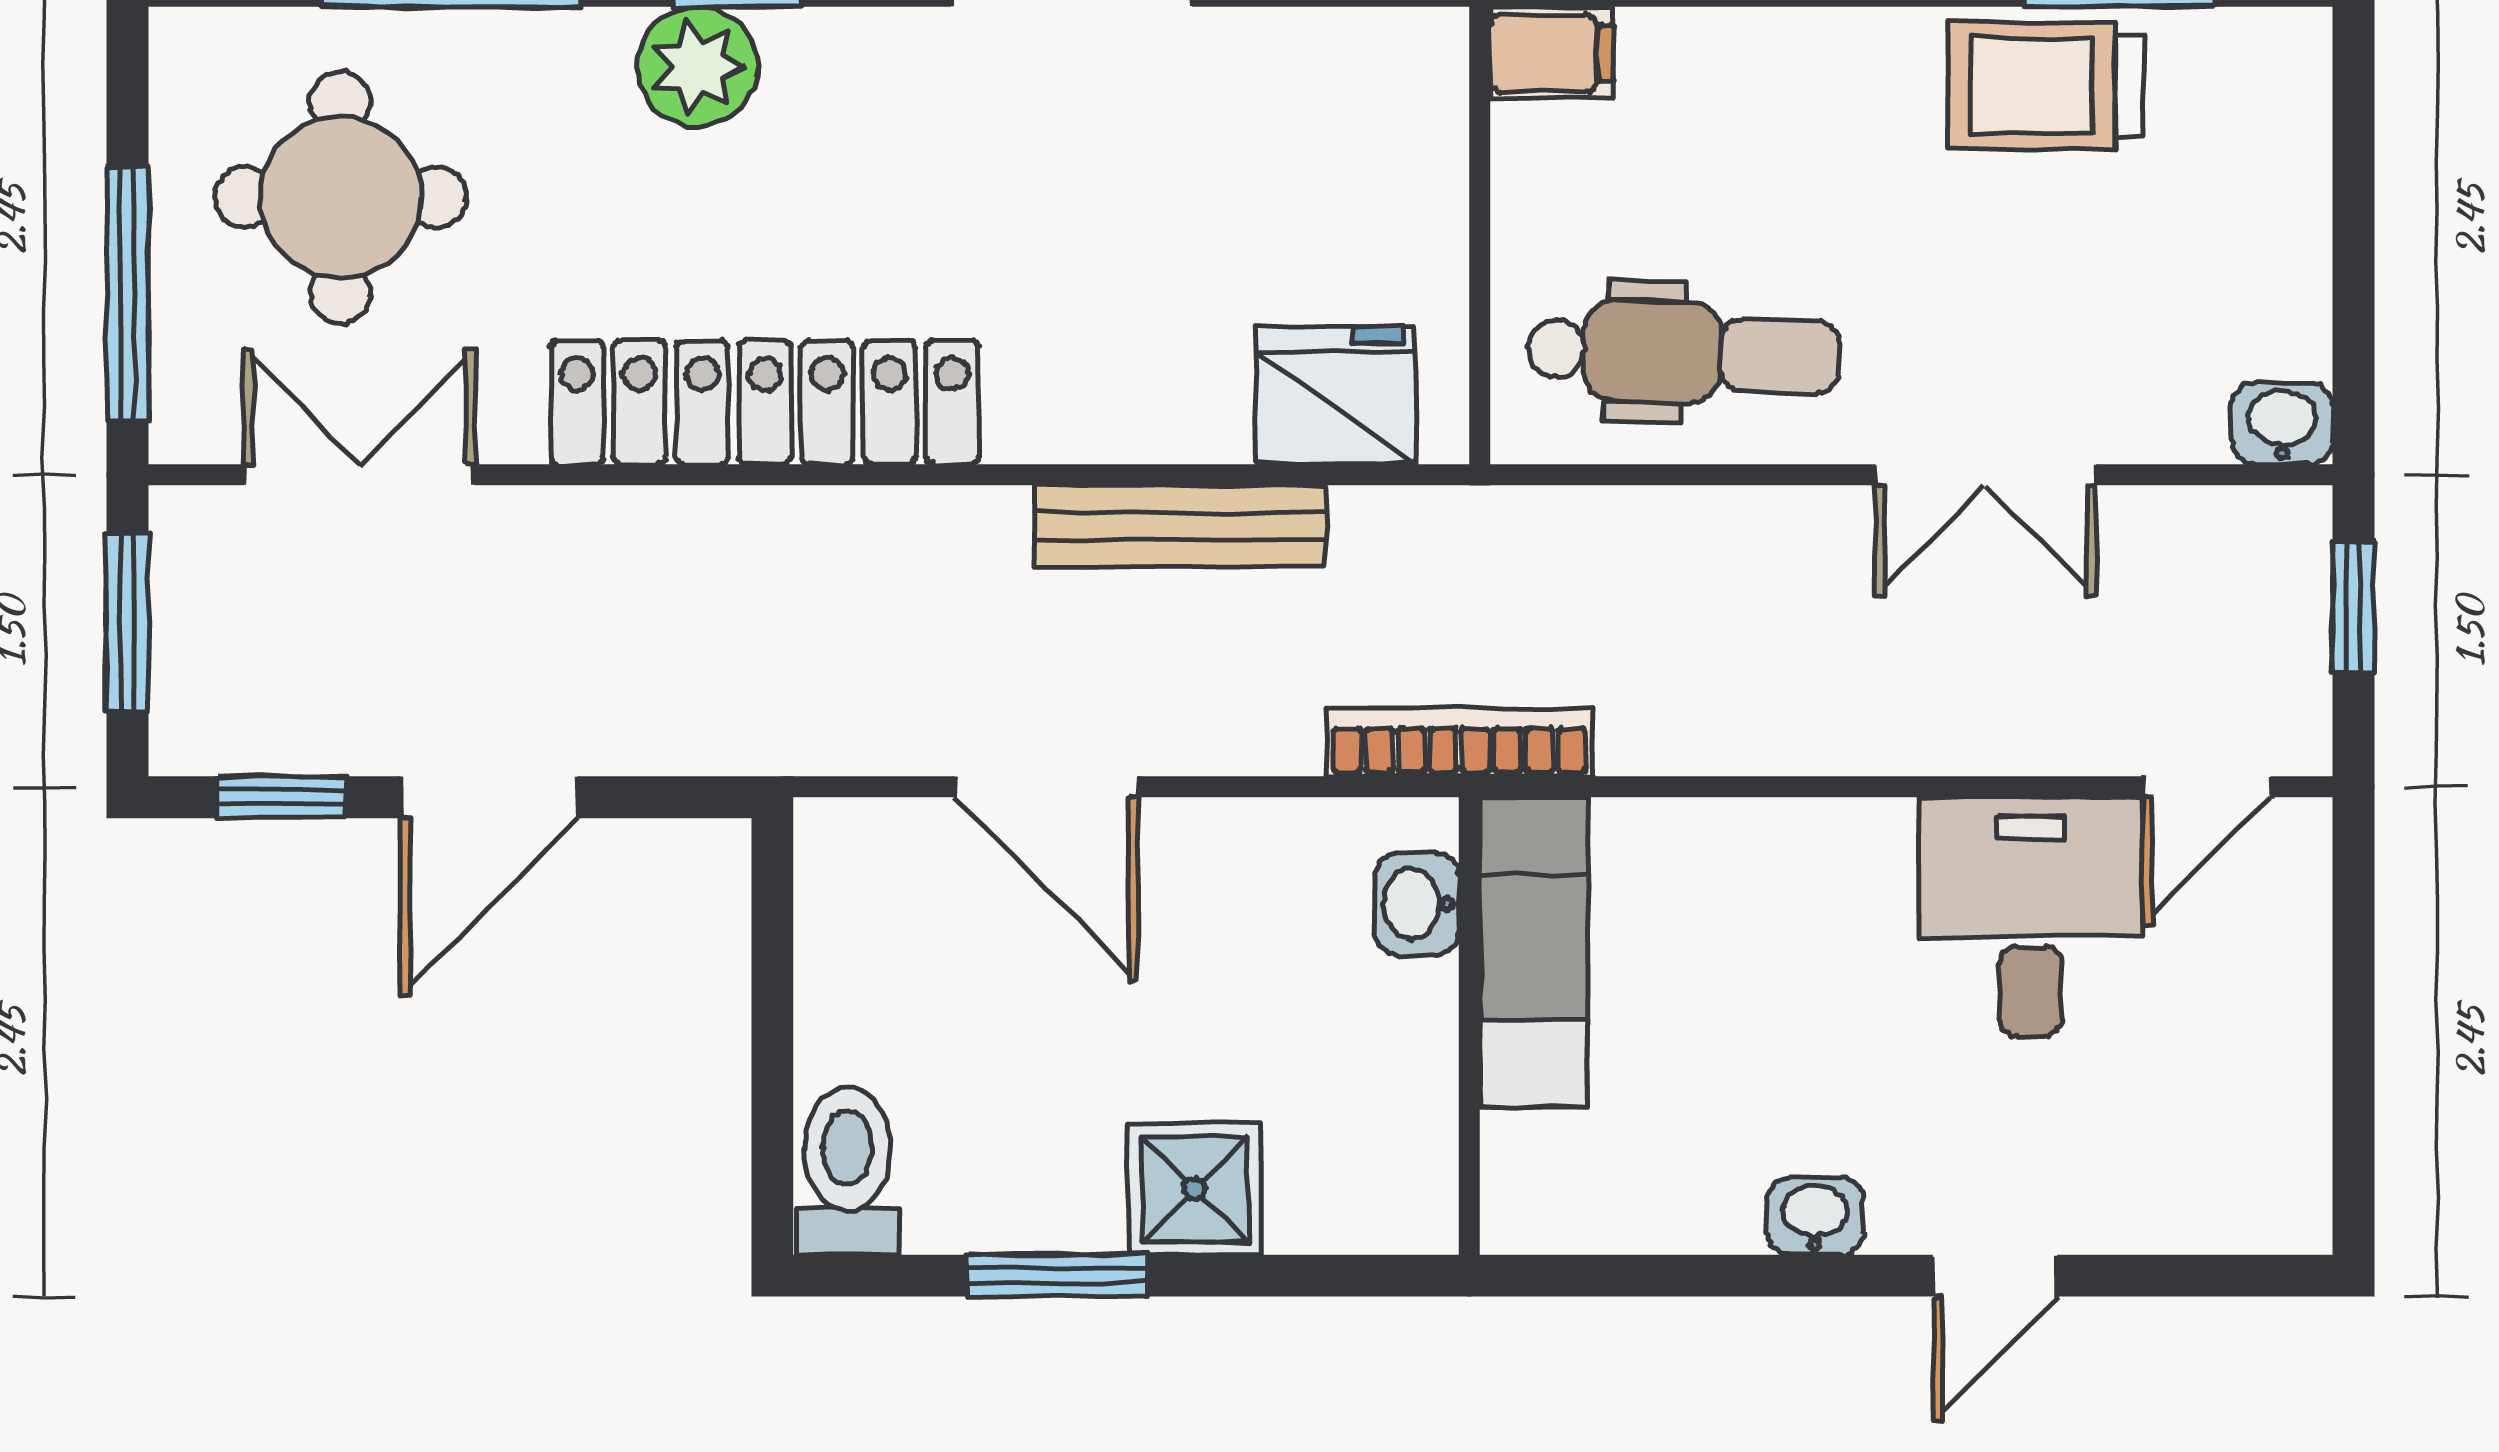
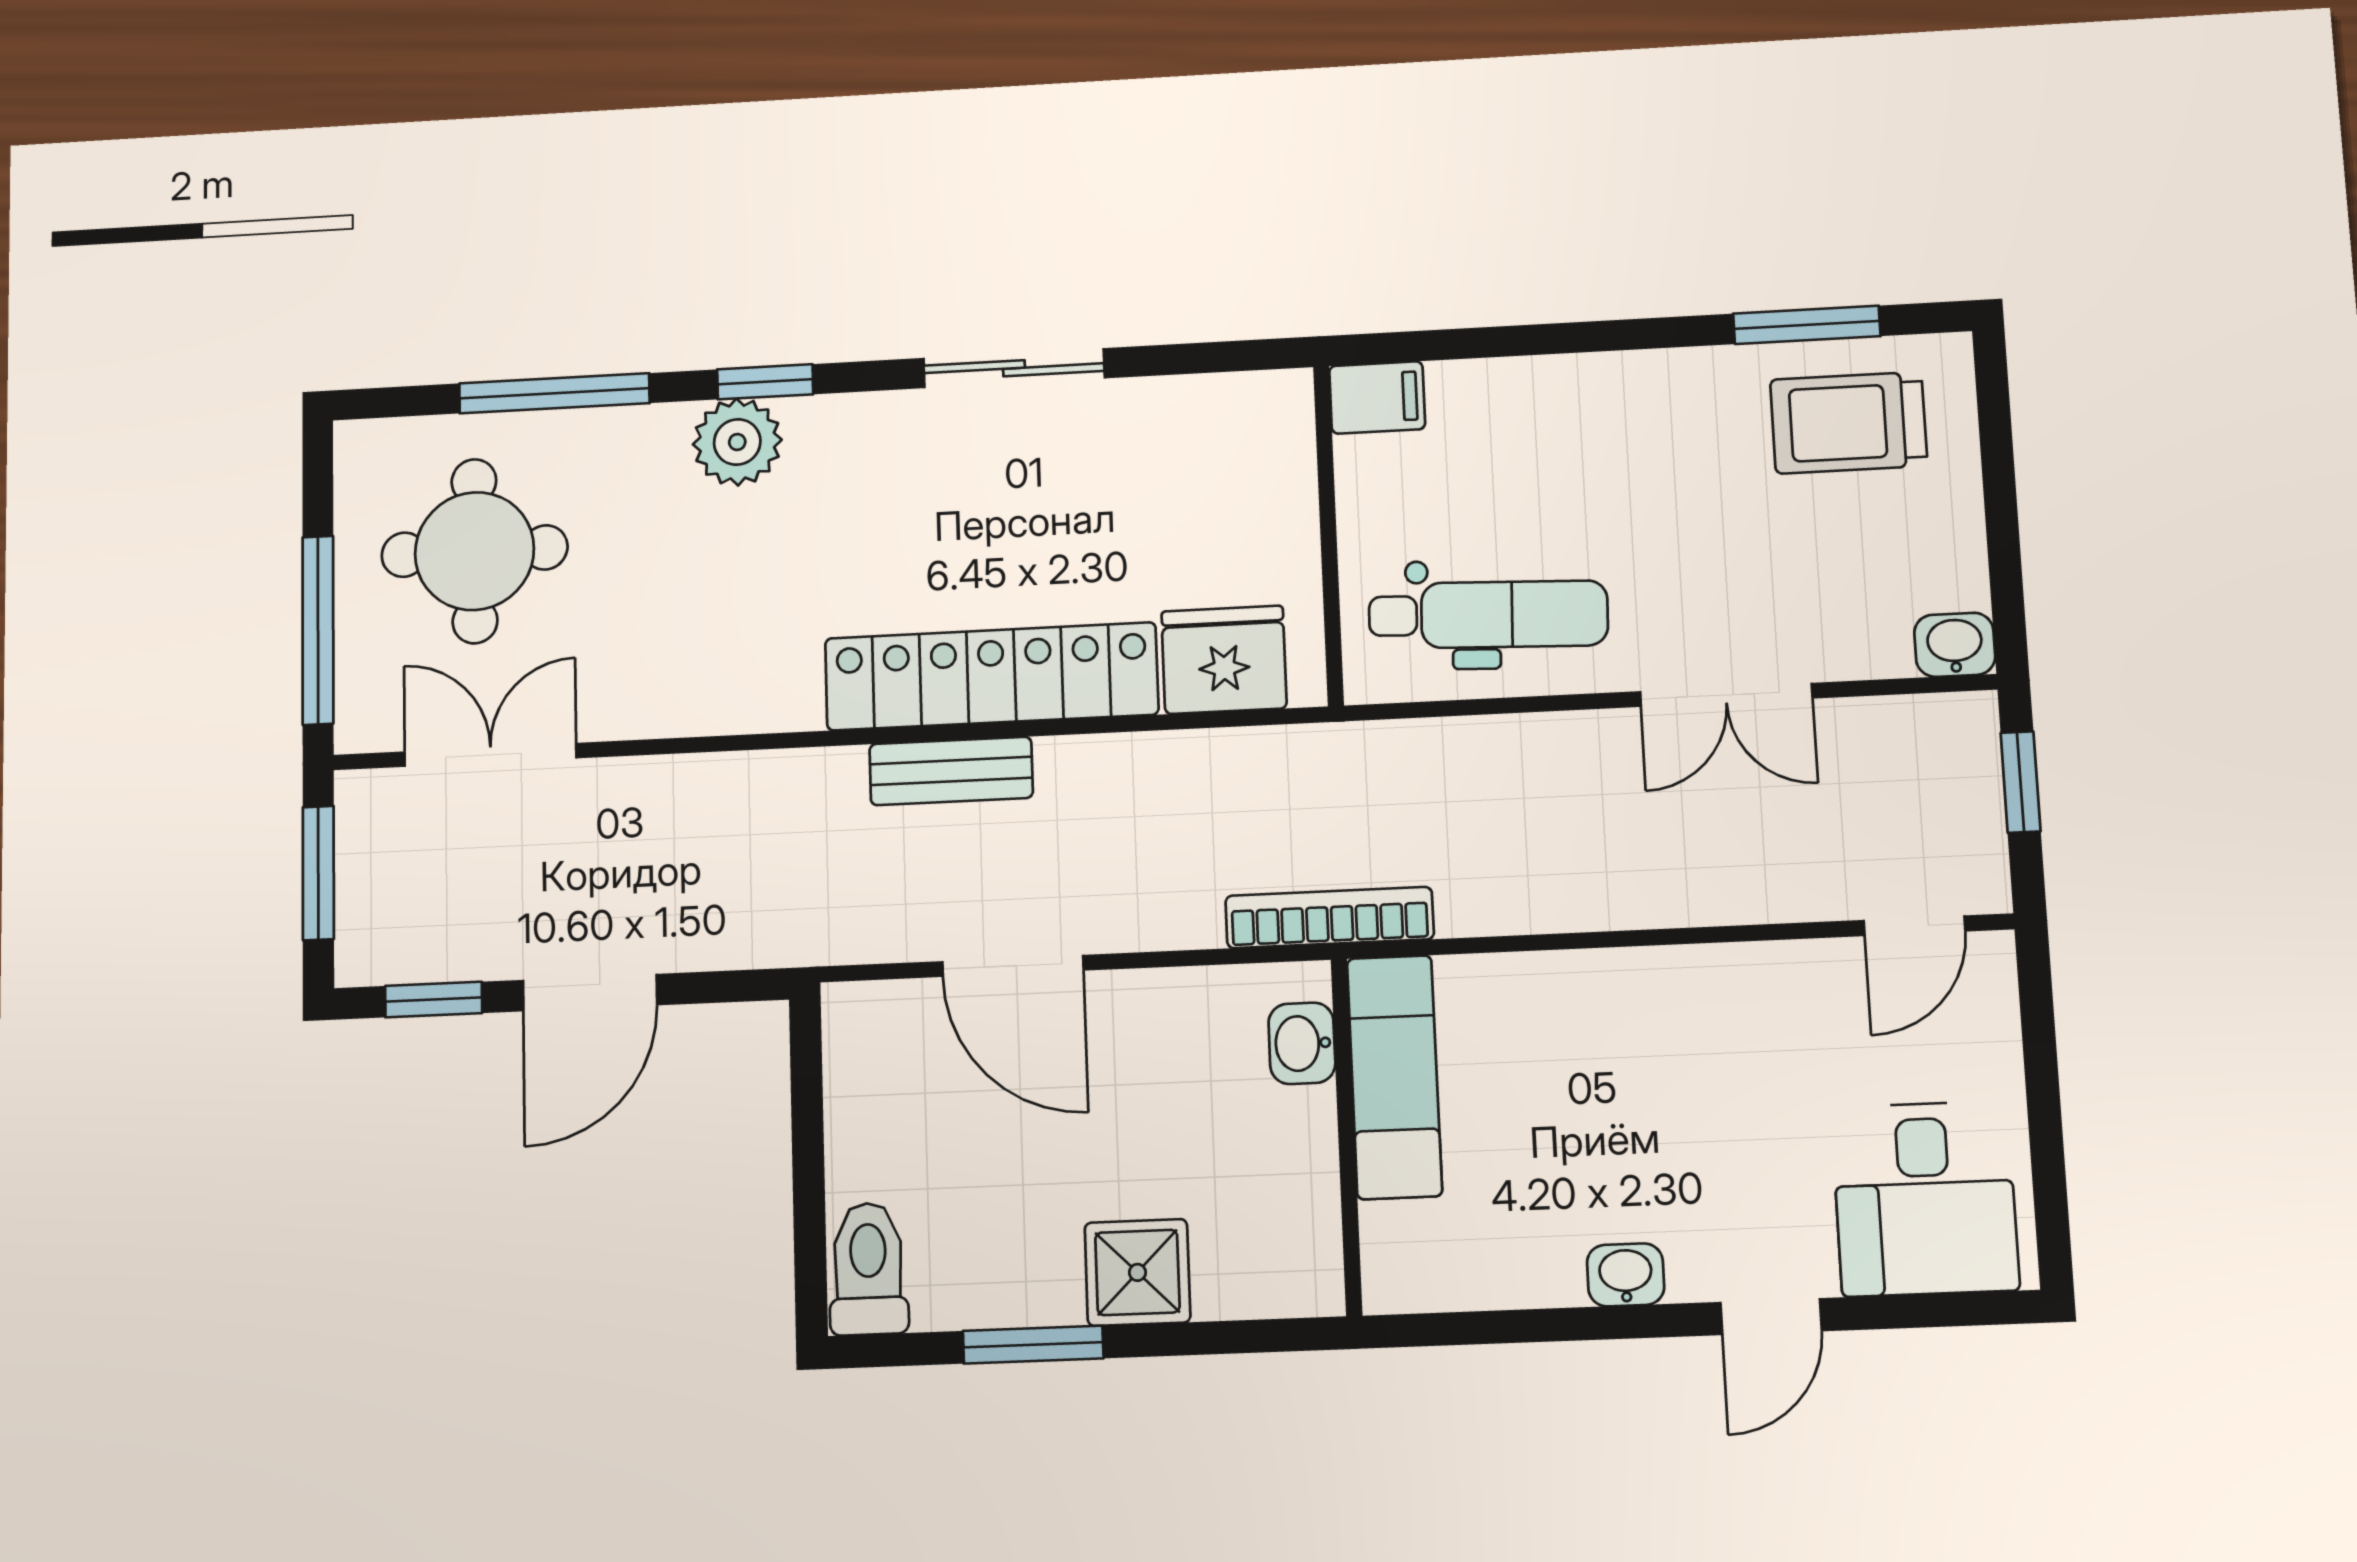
trolley: (2045, 85) -> (1849, 423), moved
locker: (765, 402) -> (991, 676), moved
bench: (1180, 526) -> (951, 771), moved, width x0.73
desk: (2031, 917) -> (1925, 1199), moved, turned 180

